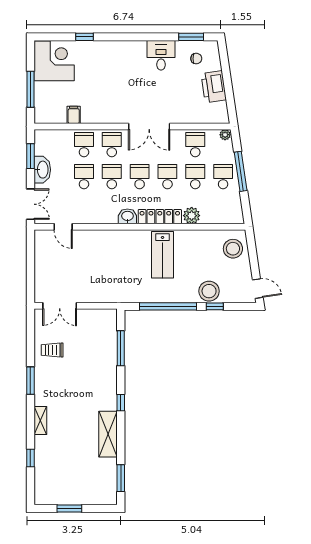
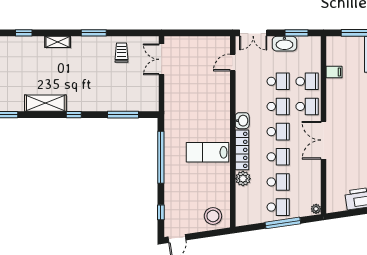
school desk: (195, 145) -> (307, 182), removed
stool: (209, 291) -> (175, 194), removed
window: (215, 306) -> (161, 212), moved

